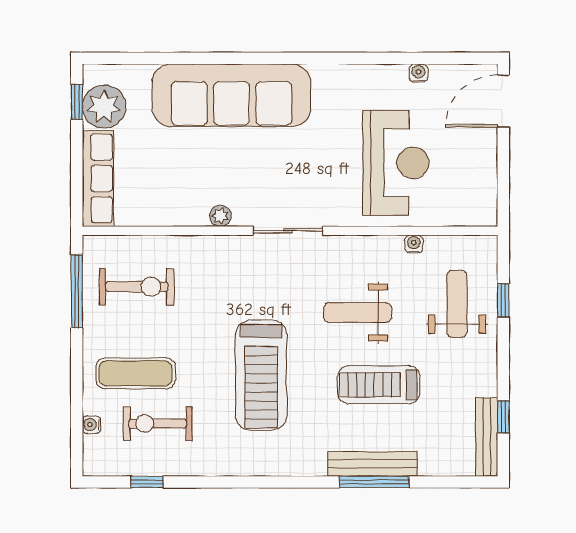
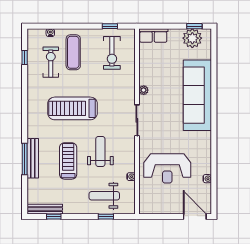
row of seats: (98, 179) -> (153, 36), width x0.68
window: (77, 291) -> (110, 26), width x0.46
weight bench: (457, 304) -> (104, 196), turned 180

